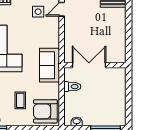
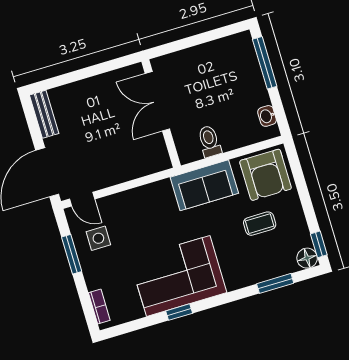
sofa: (50, 65) -> (204, 185), moved
double door: (89, 65) -> (157, 101), moved

